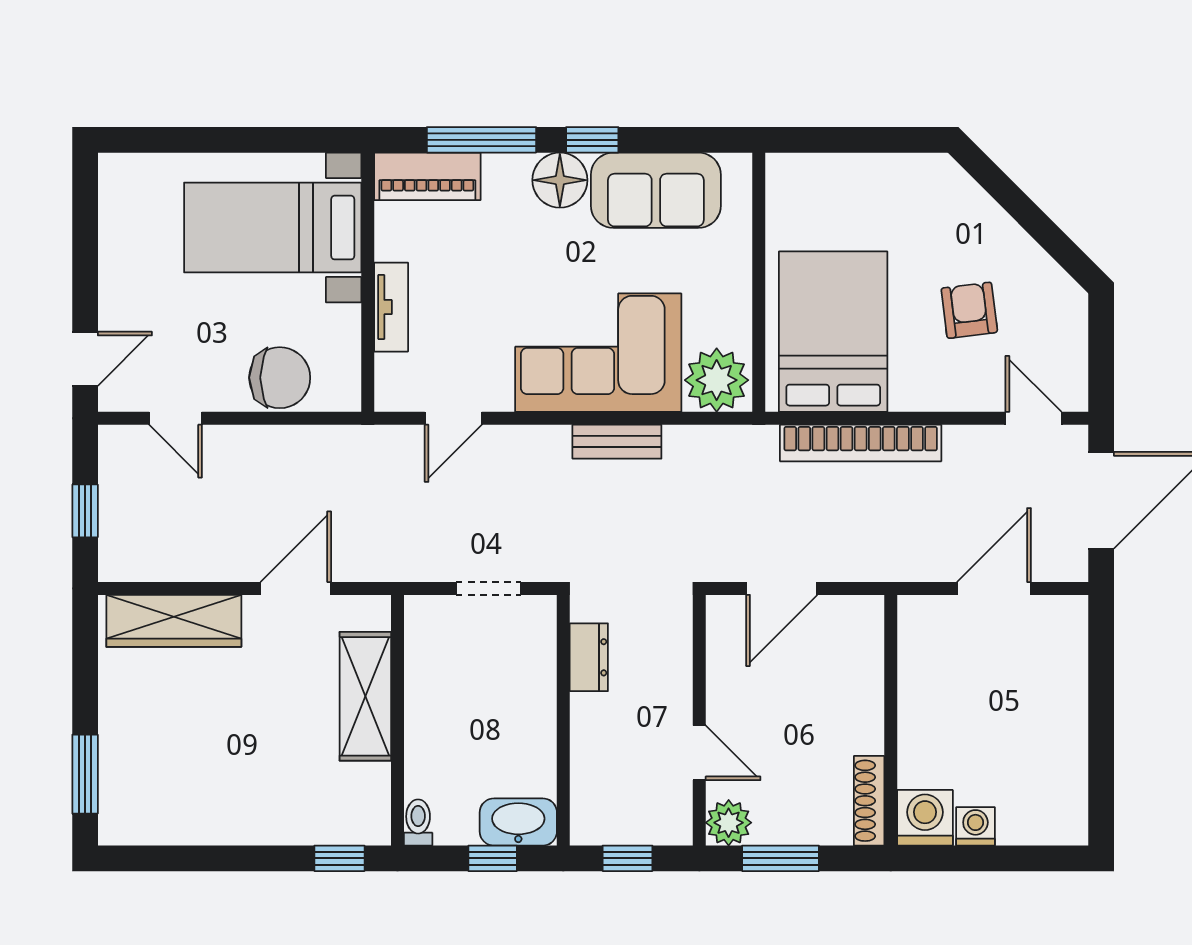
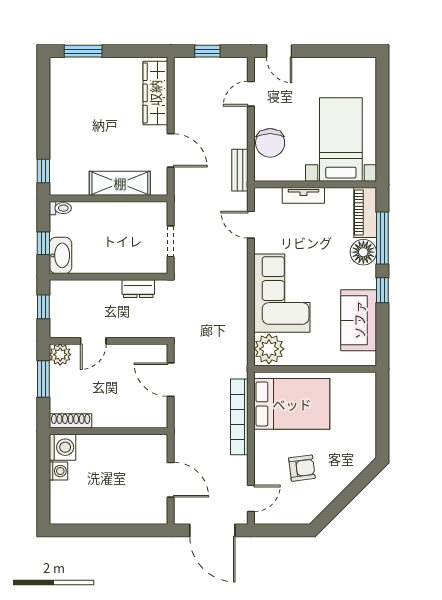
floor lamp: (560, 180) -> (363, 252), moved
bench: (617, 442) -> (240, 170), moved

